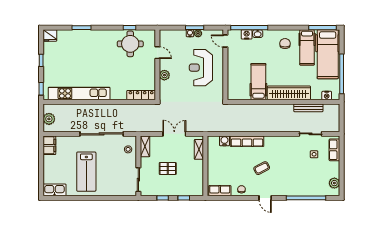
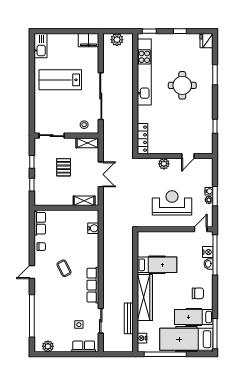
round table: (130, 44) -> (182, 85), moved
row of seats: (247, 141) -> (93, 285), moved

